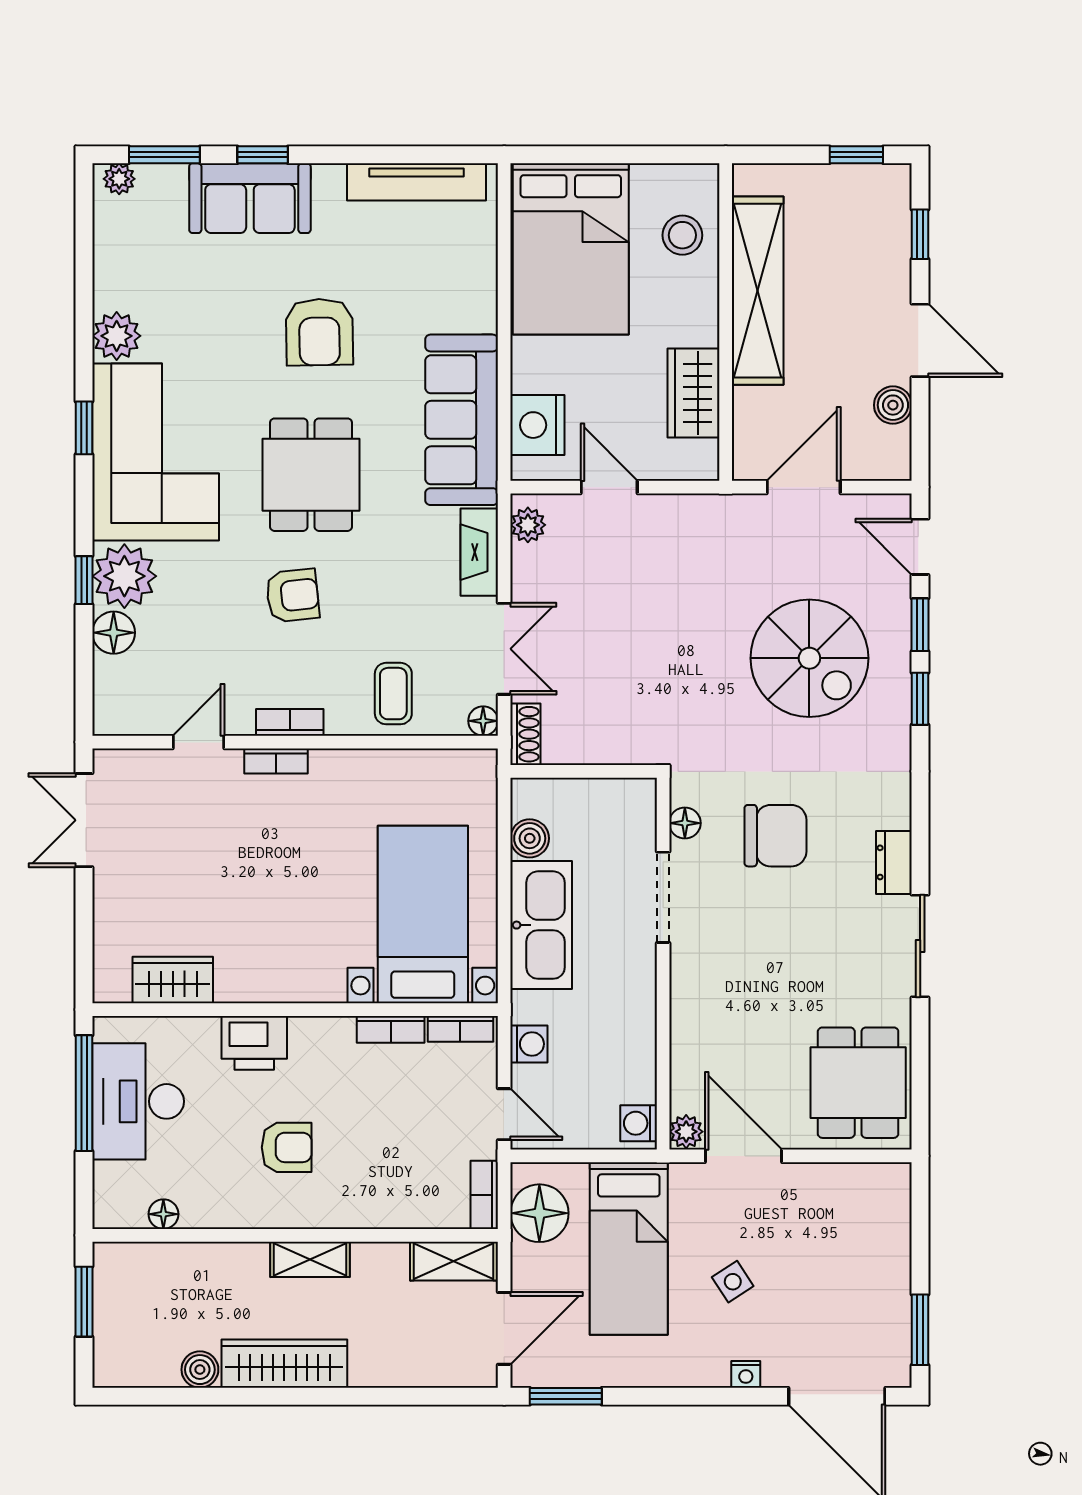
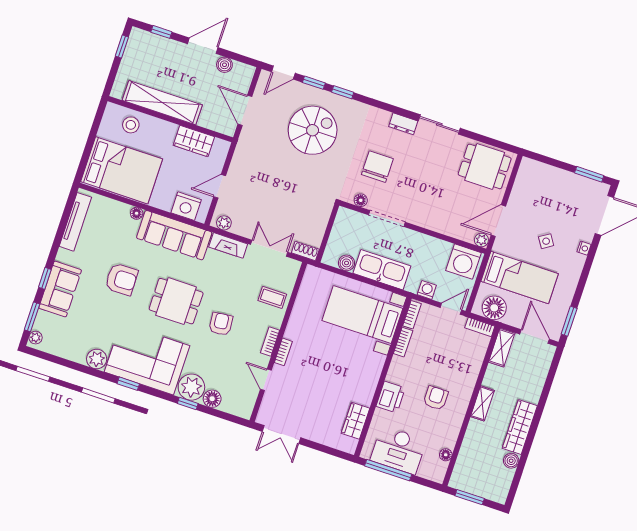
floor lamp: (483, 721) -> (137, 213), moved
washing machine: (639, 1123) -> (464, 262), width x1.89, depth x1.89

